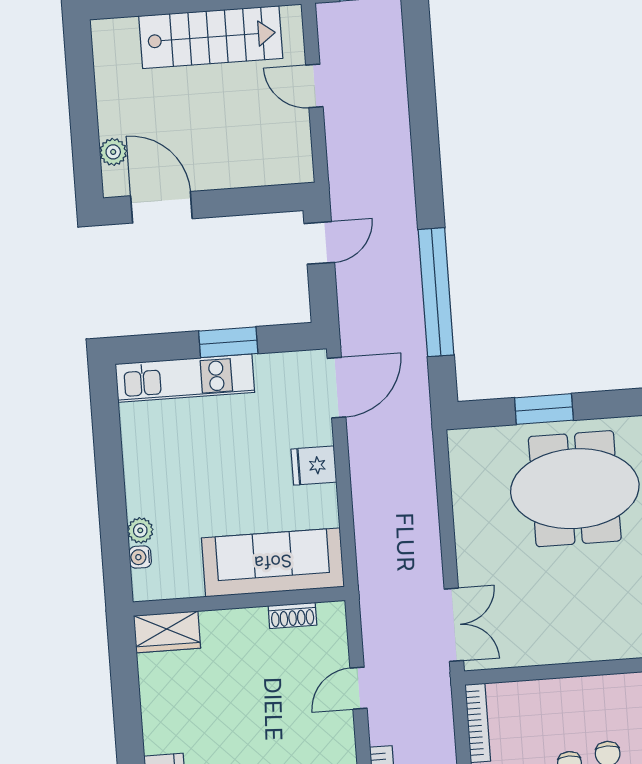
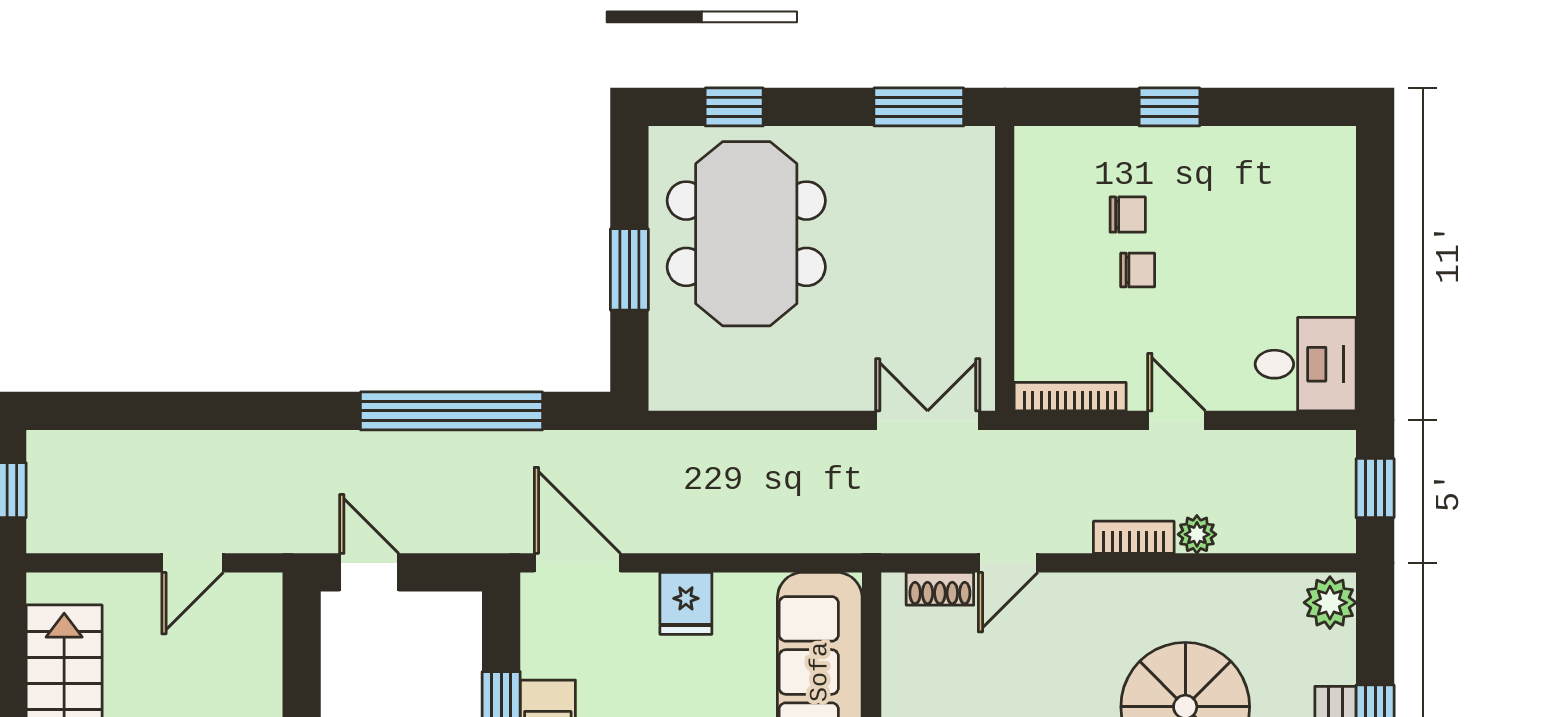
door: (314, 86) -> (193, 563), moved
shoe rack: (292, 615) -> (940, 589), moved, turned 90
door: (359, 688) -> (1008, 563), hinge flipped

